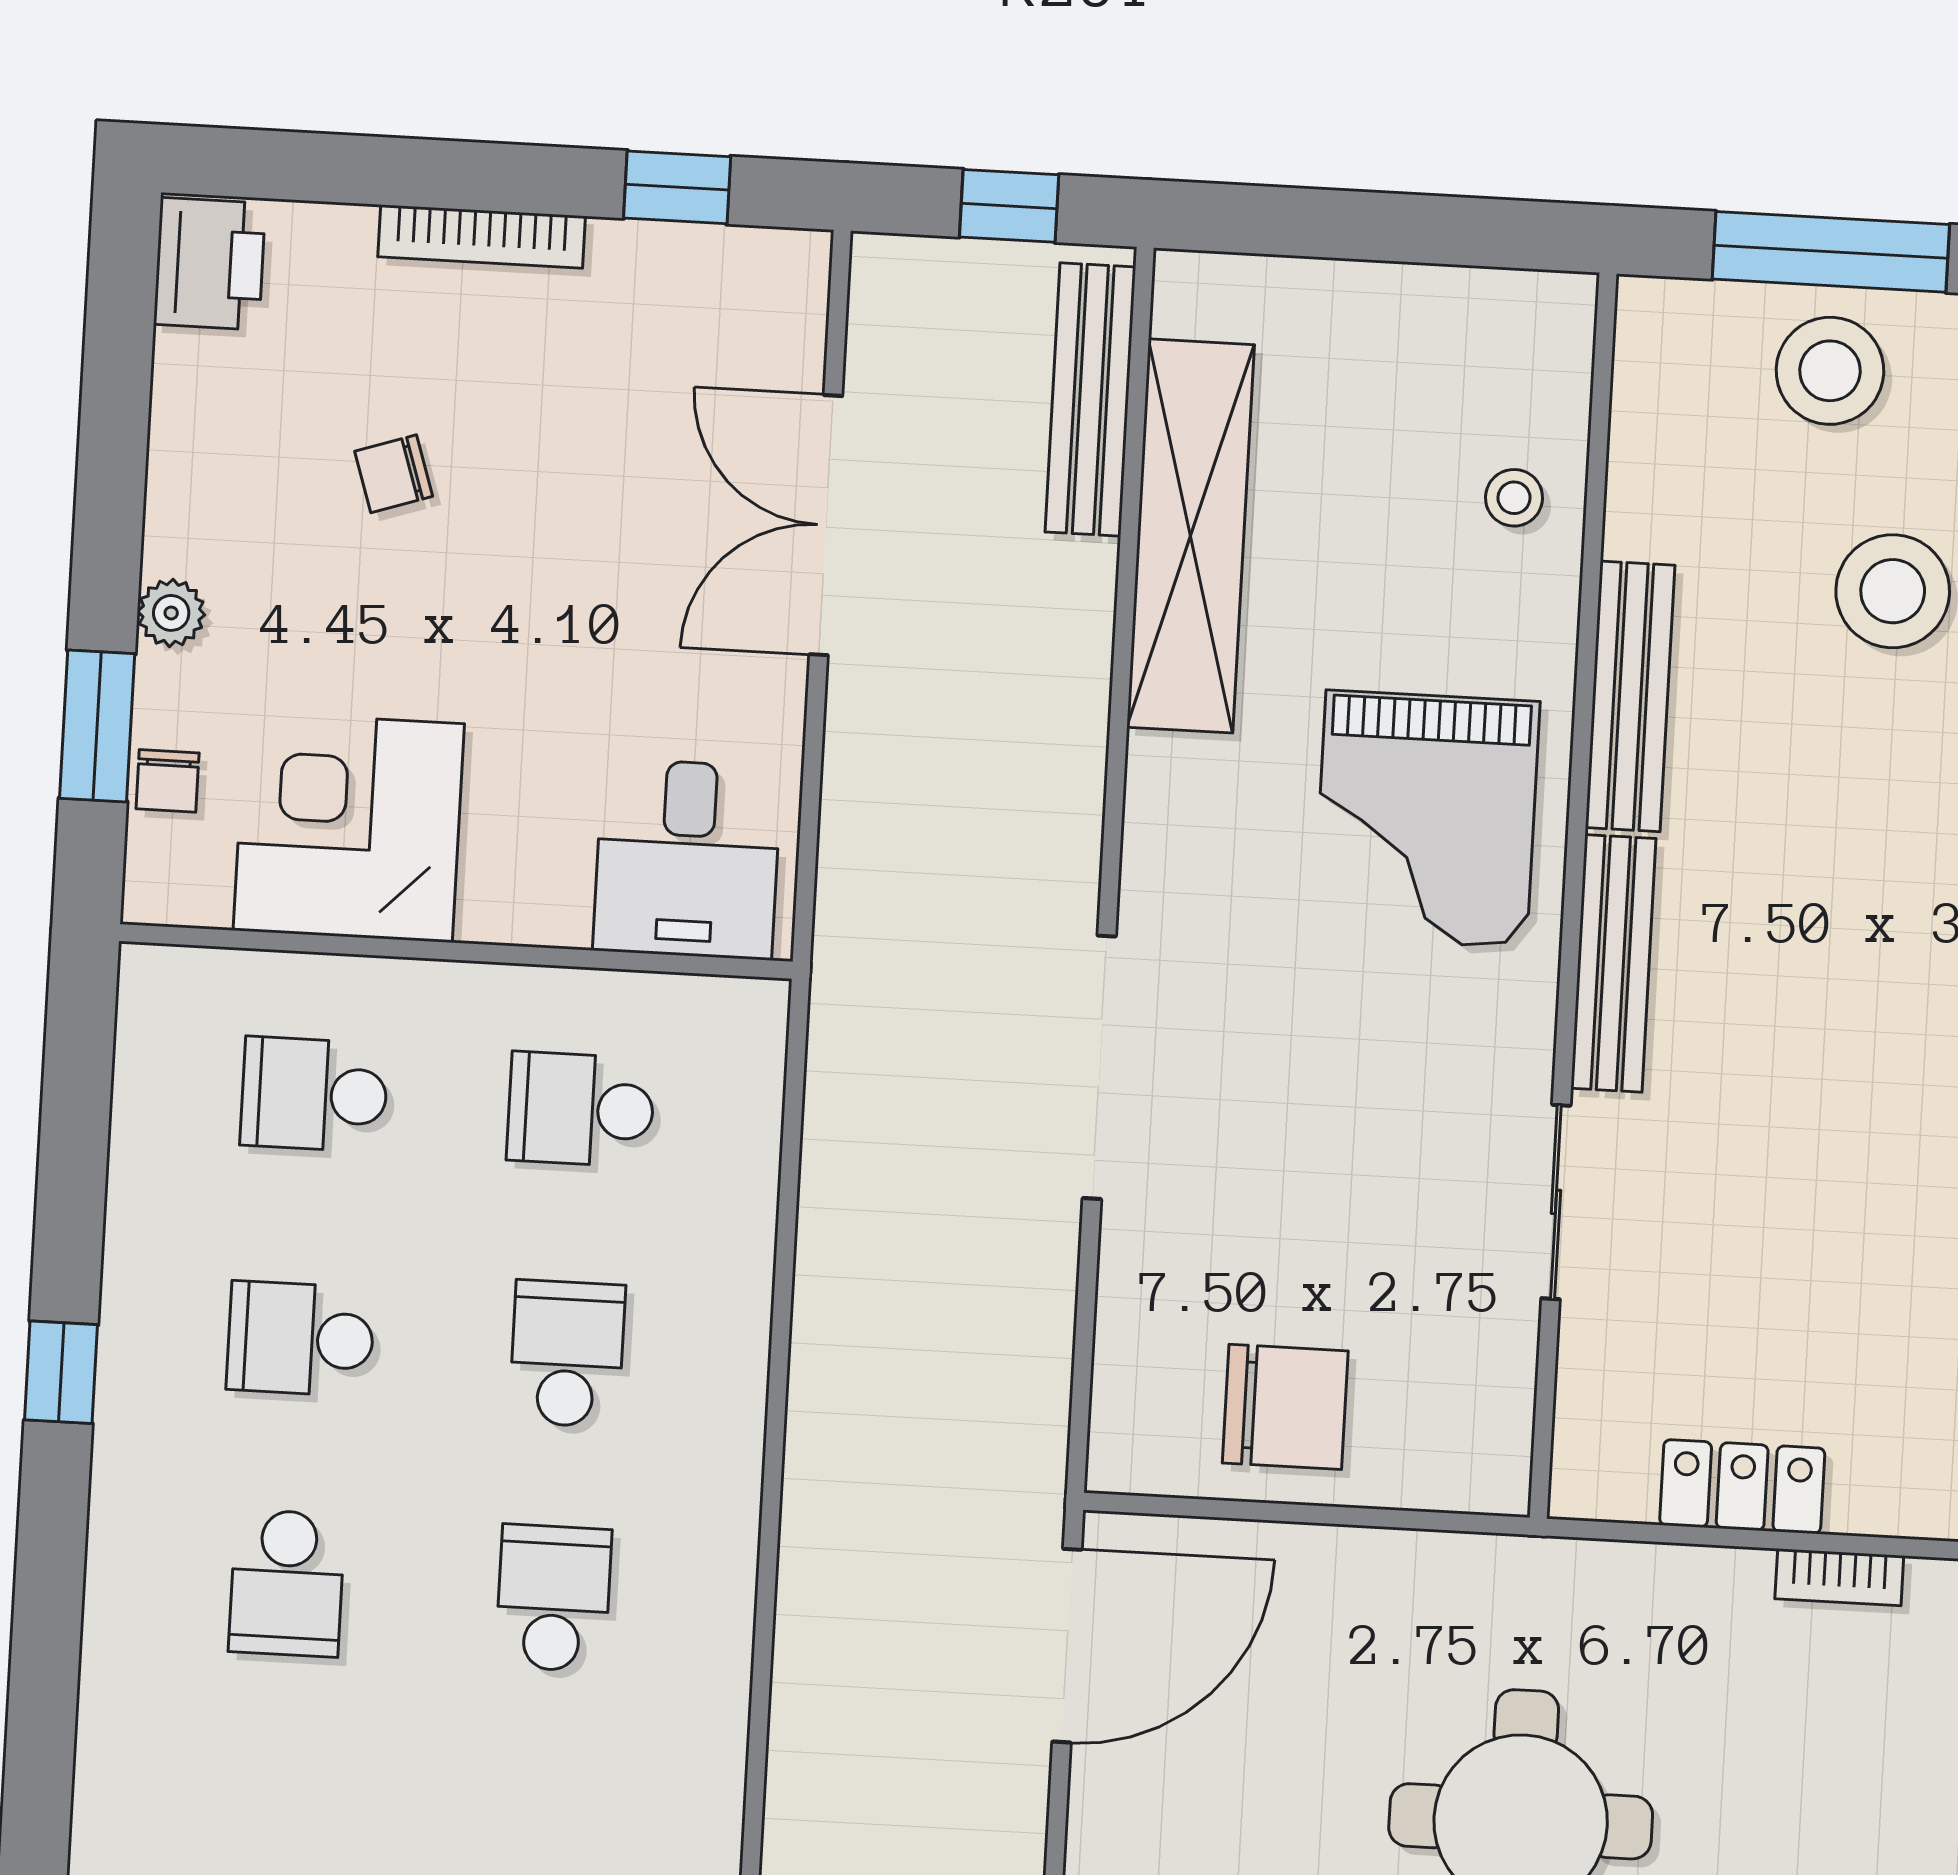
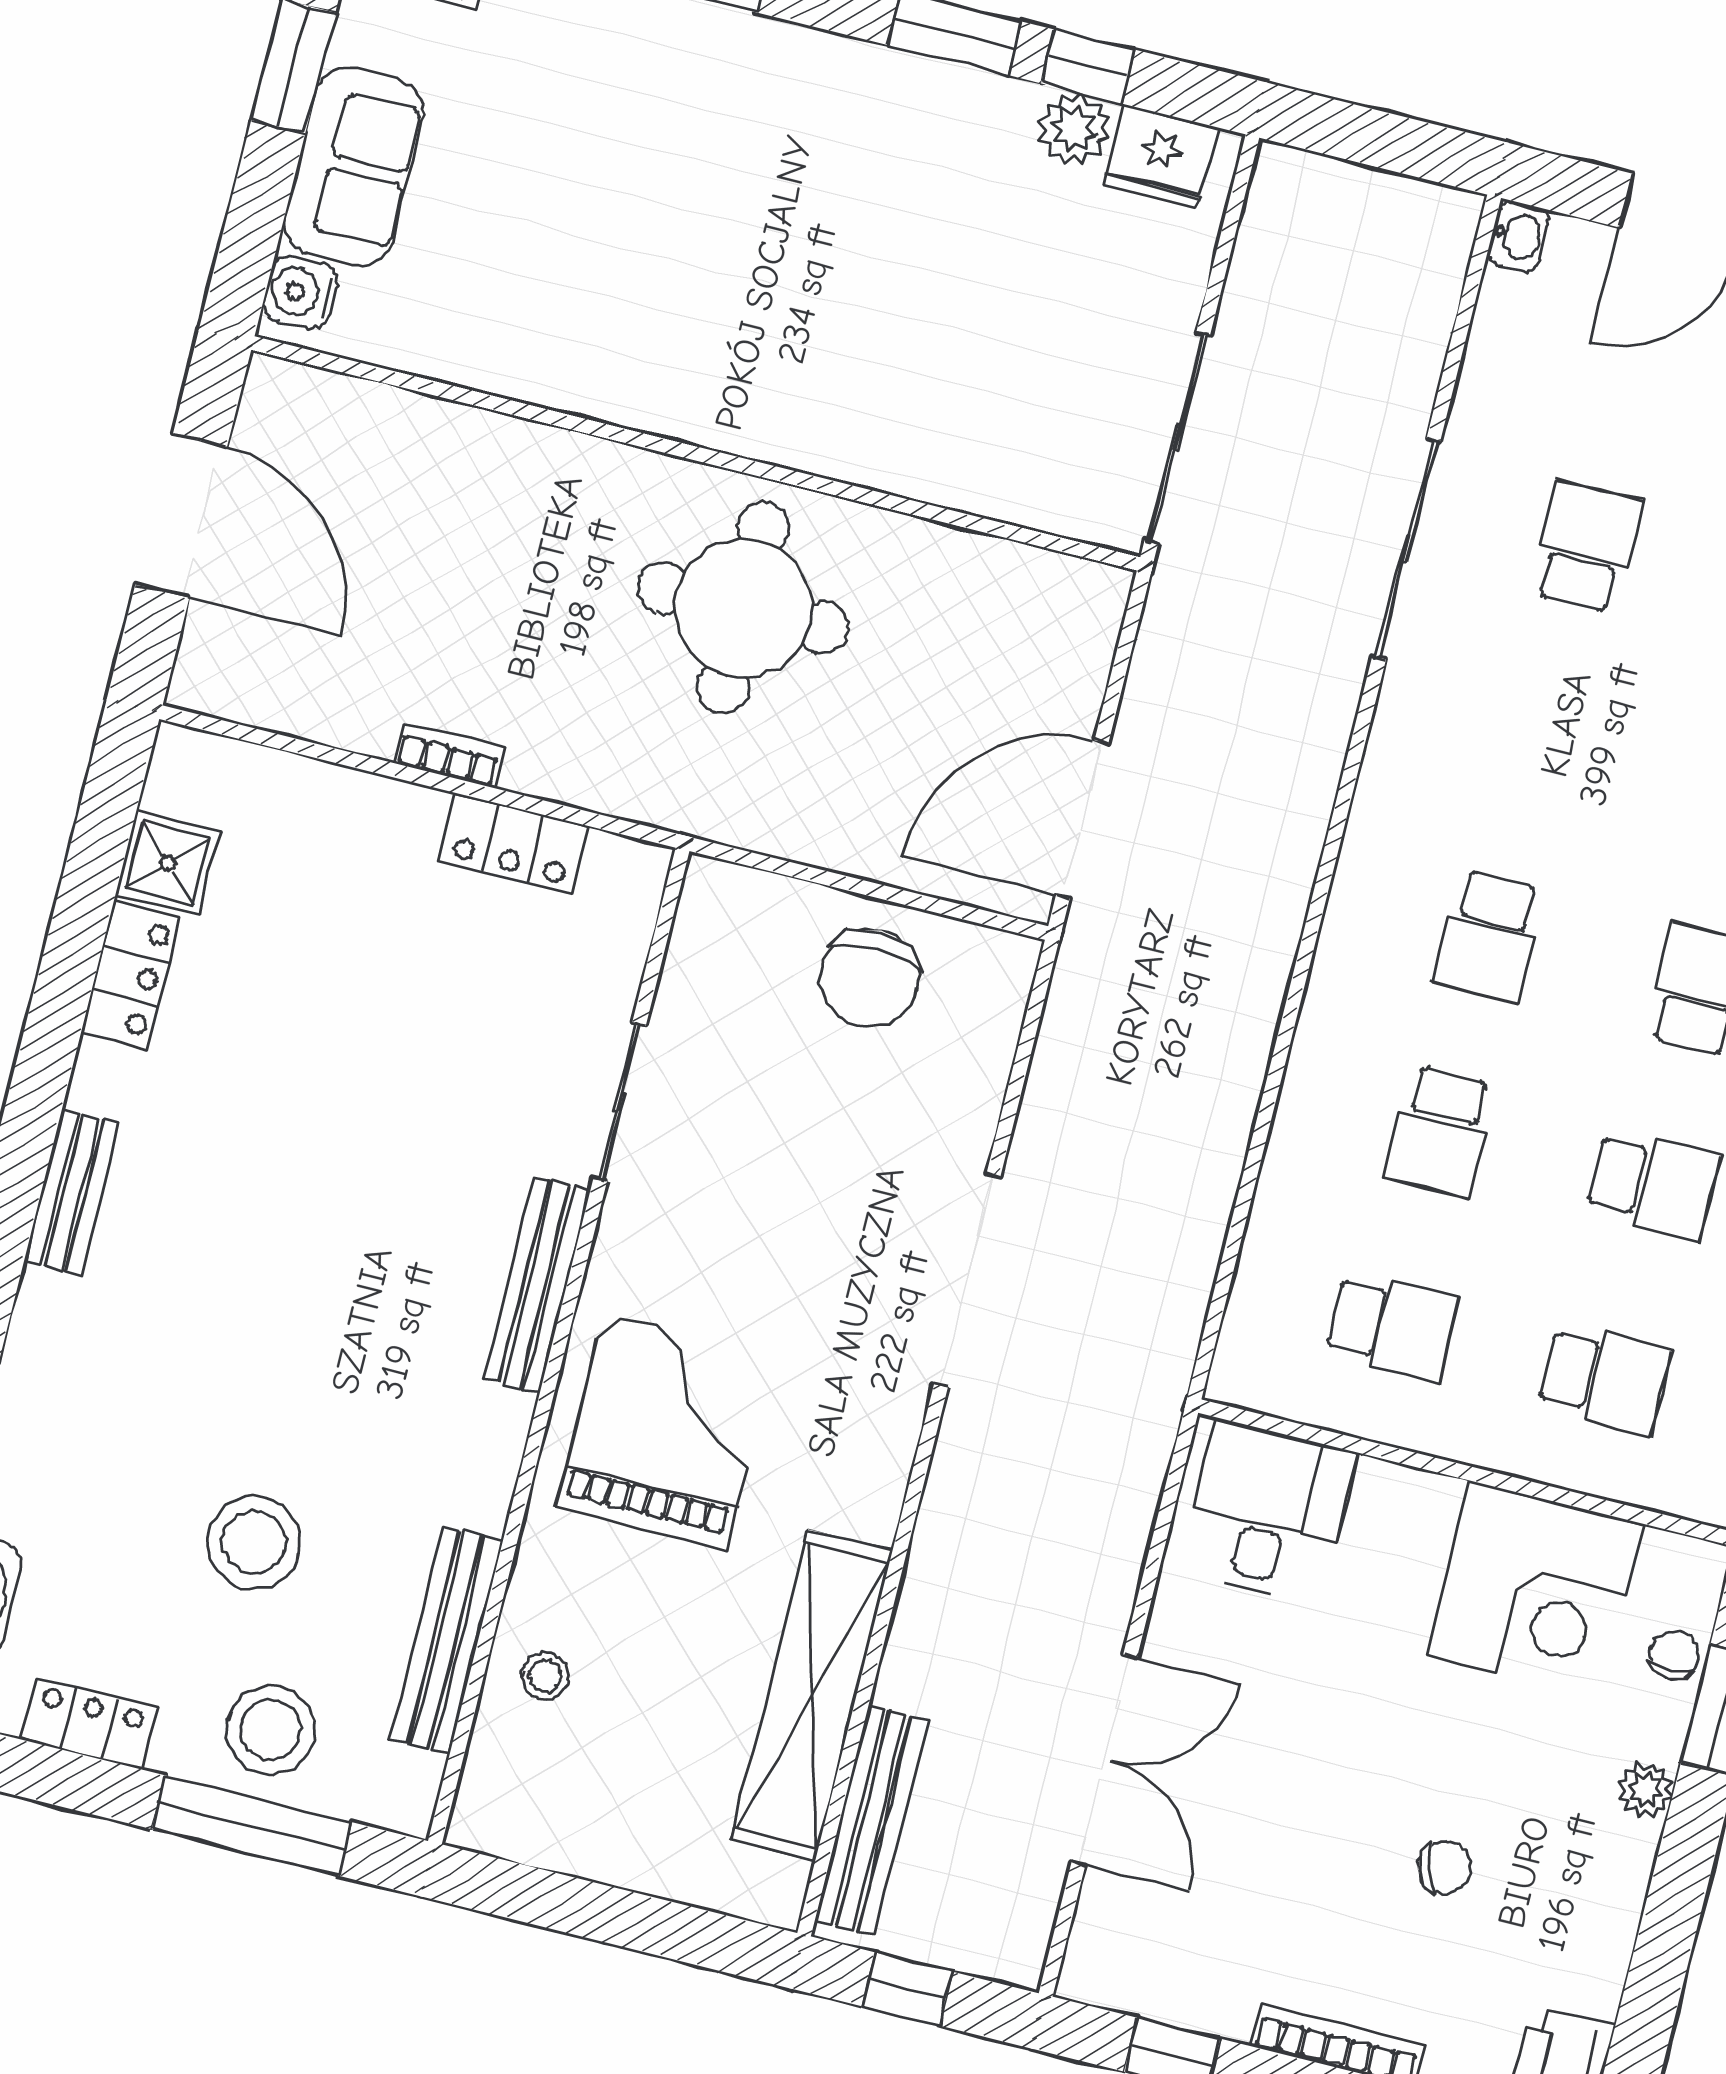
bench: (1630, 696) -> (447, 1640), moved
chair: (1285, 1407) -> (869, 978), turned -90

